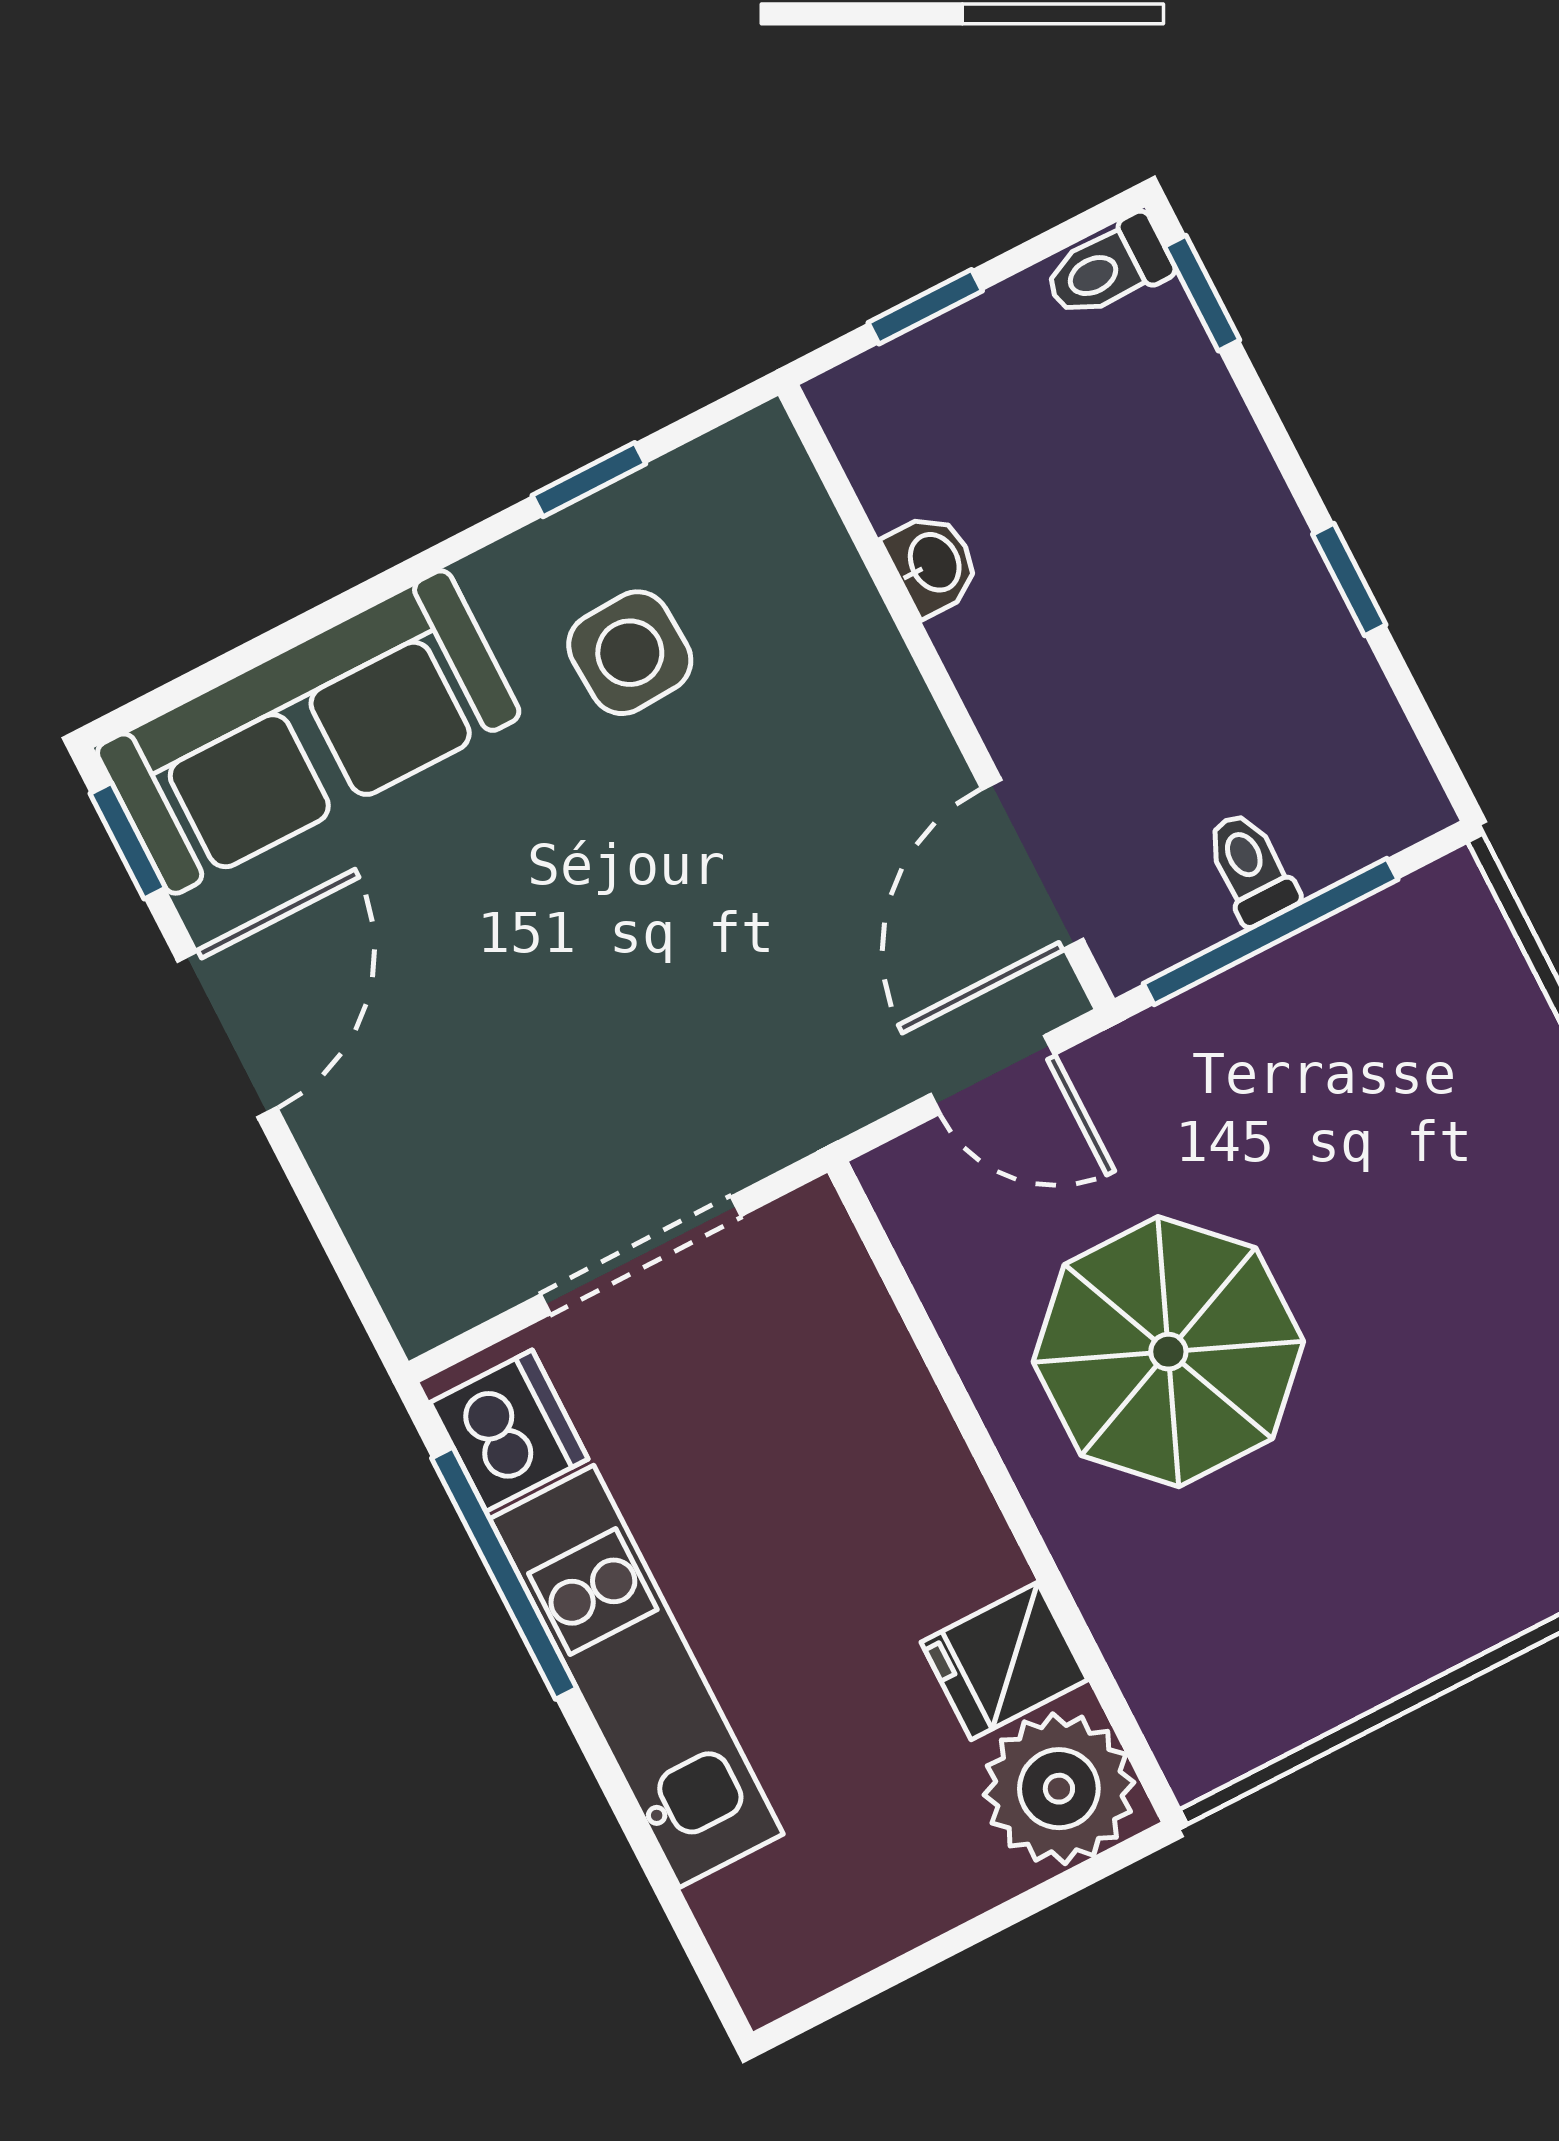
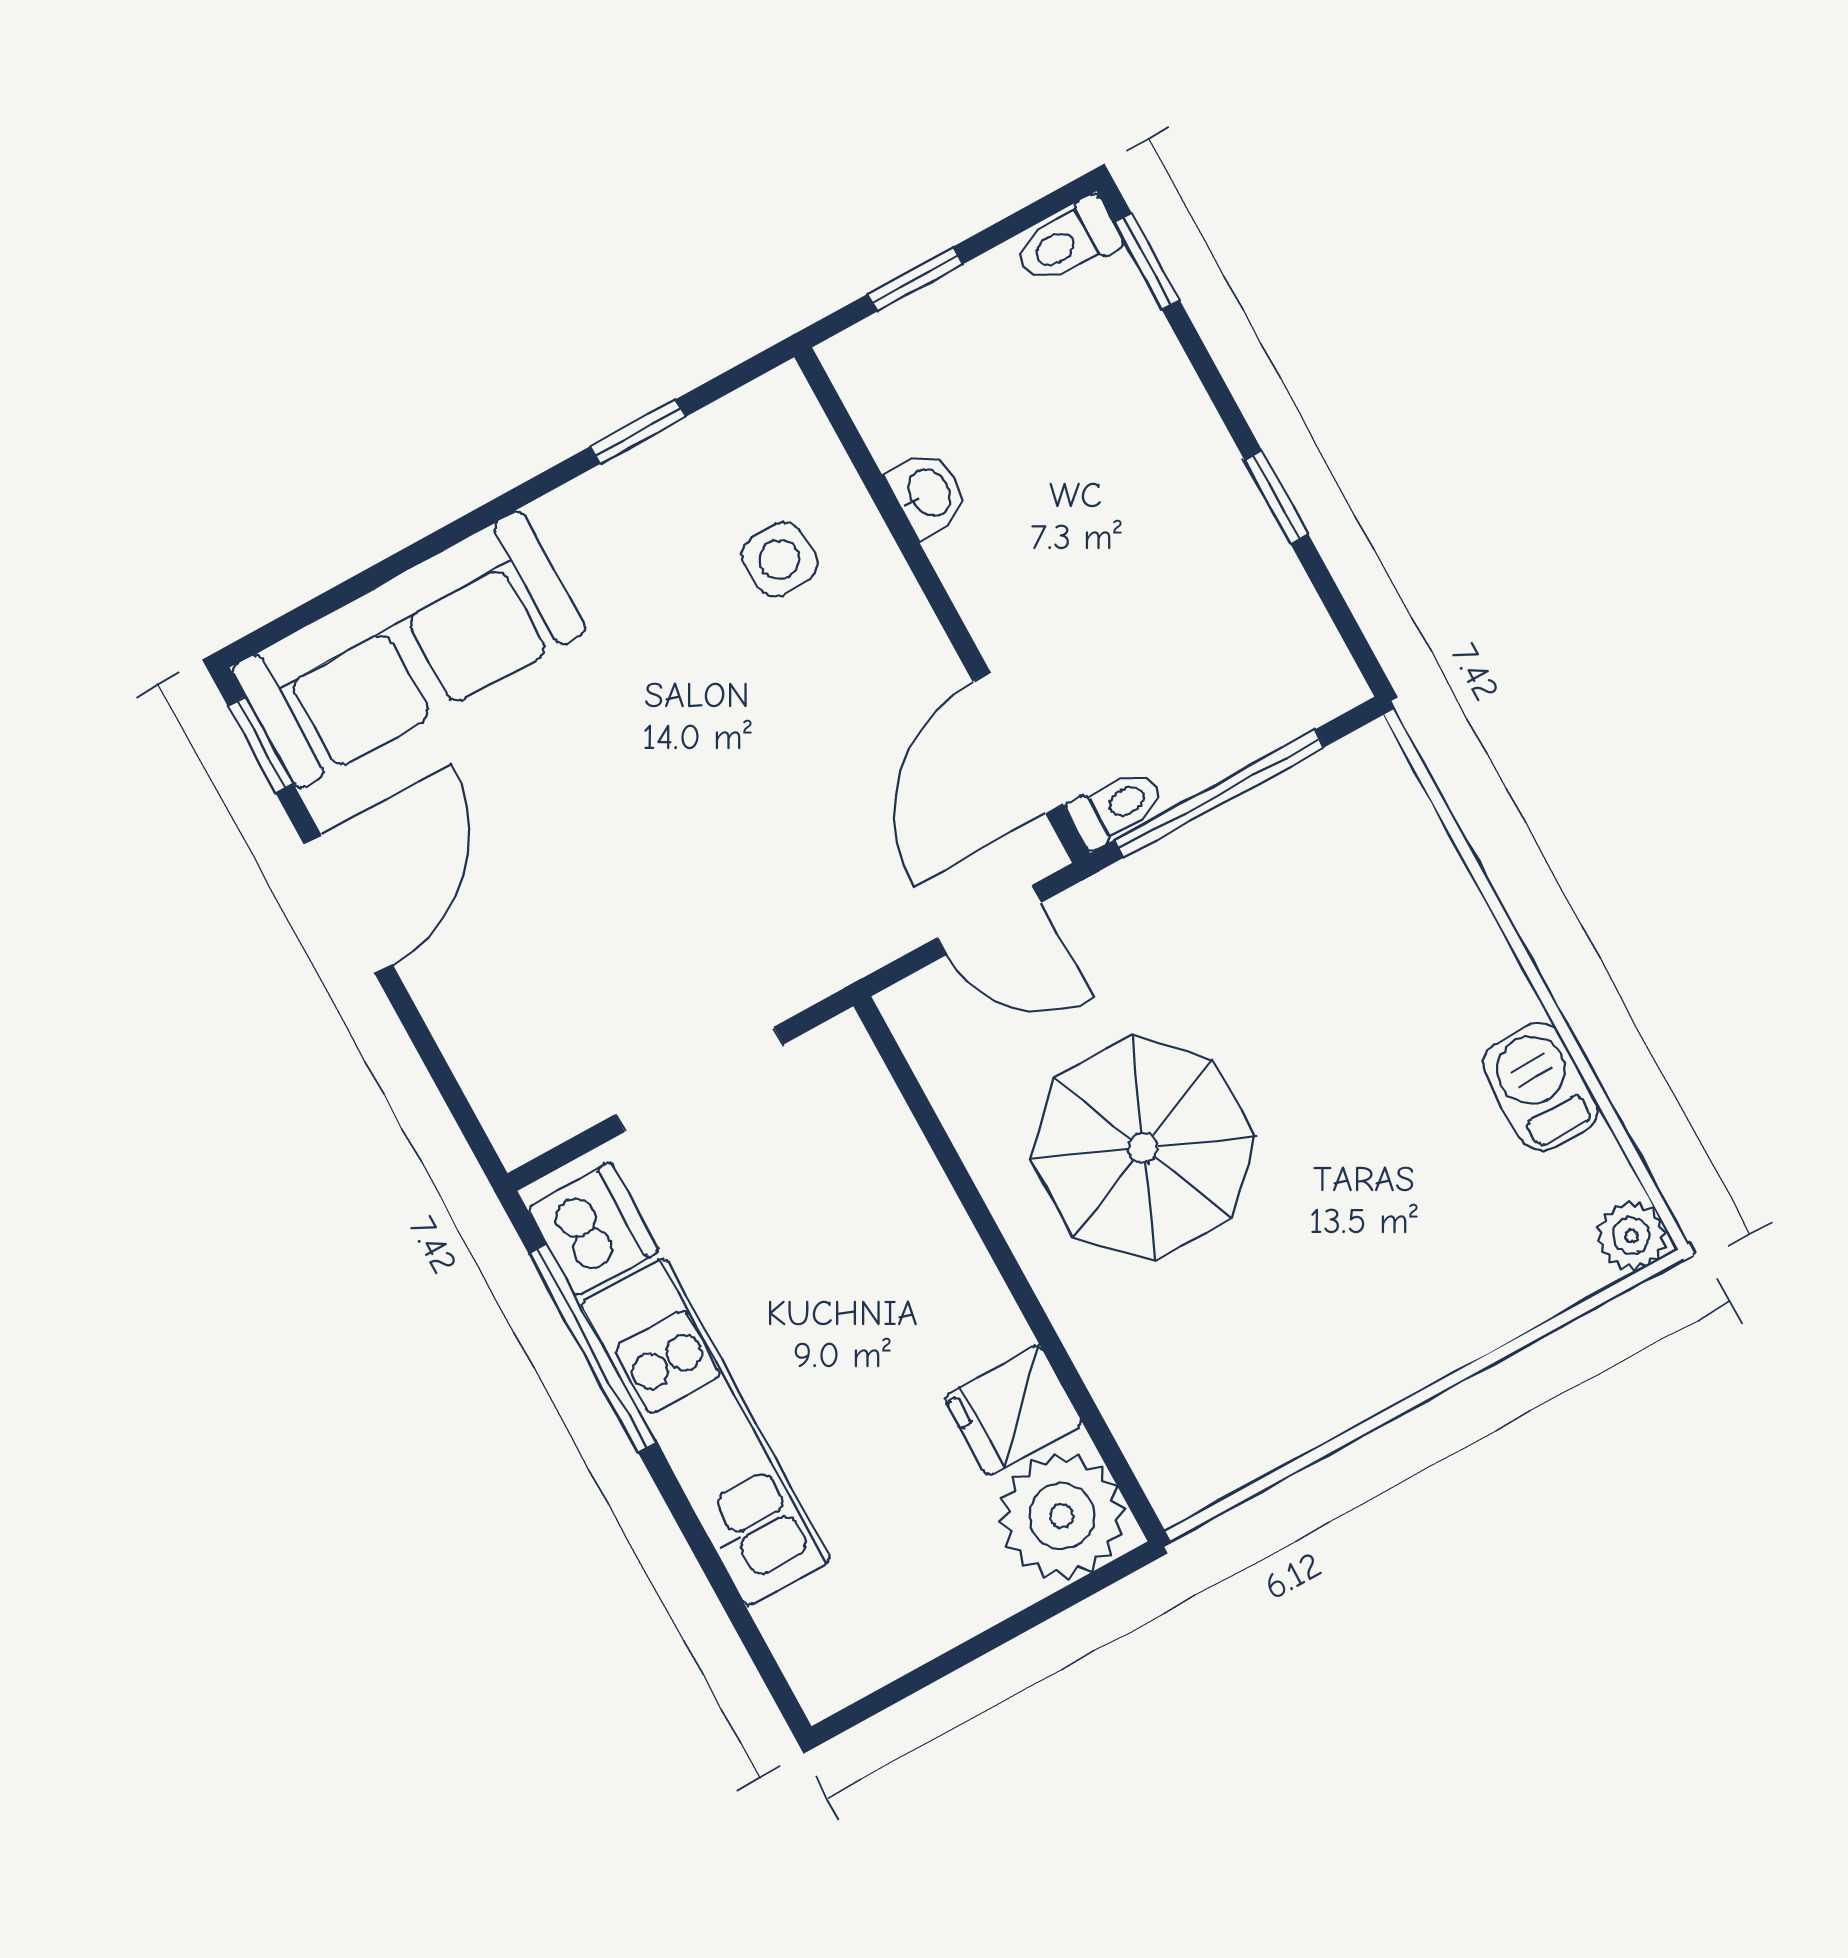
side table: (630, 653) -> (779, 559), moved, width x0.73, depth x0.73
toilet: (1251, 868) -> (1116, 807), moved, turned 90

